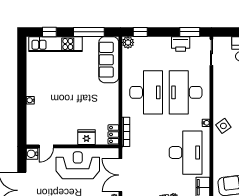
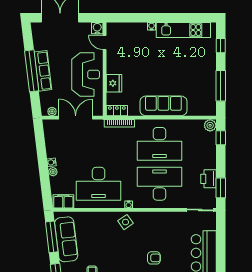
kitchen unit: (56, 44) -> (183, 30), moved, turned -90
sofa: (109, 60) -> (163, 106), moved

